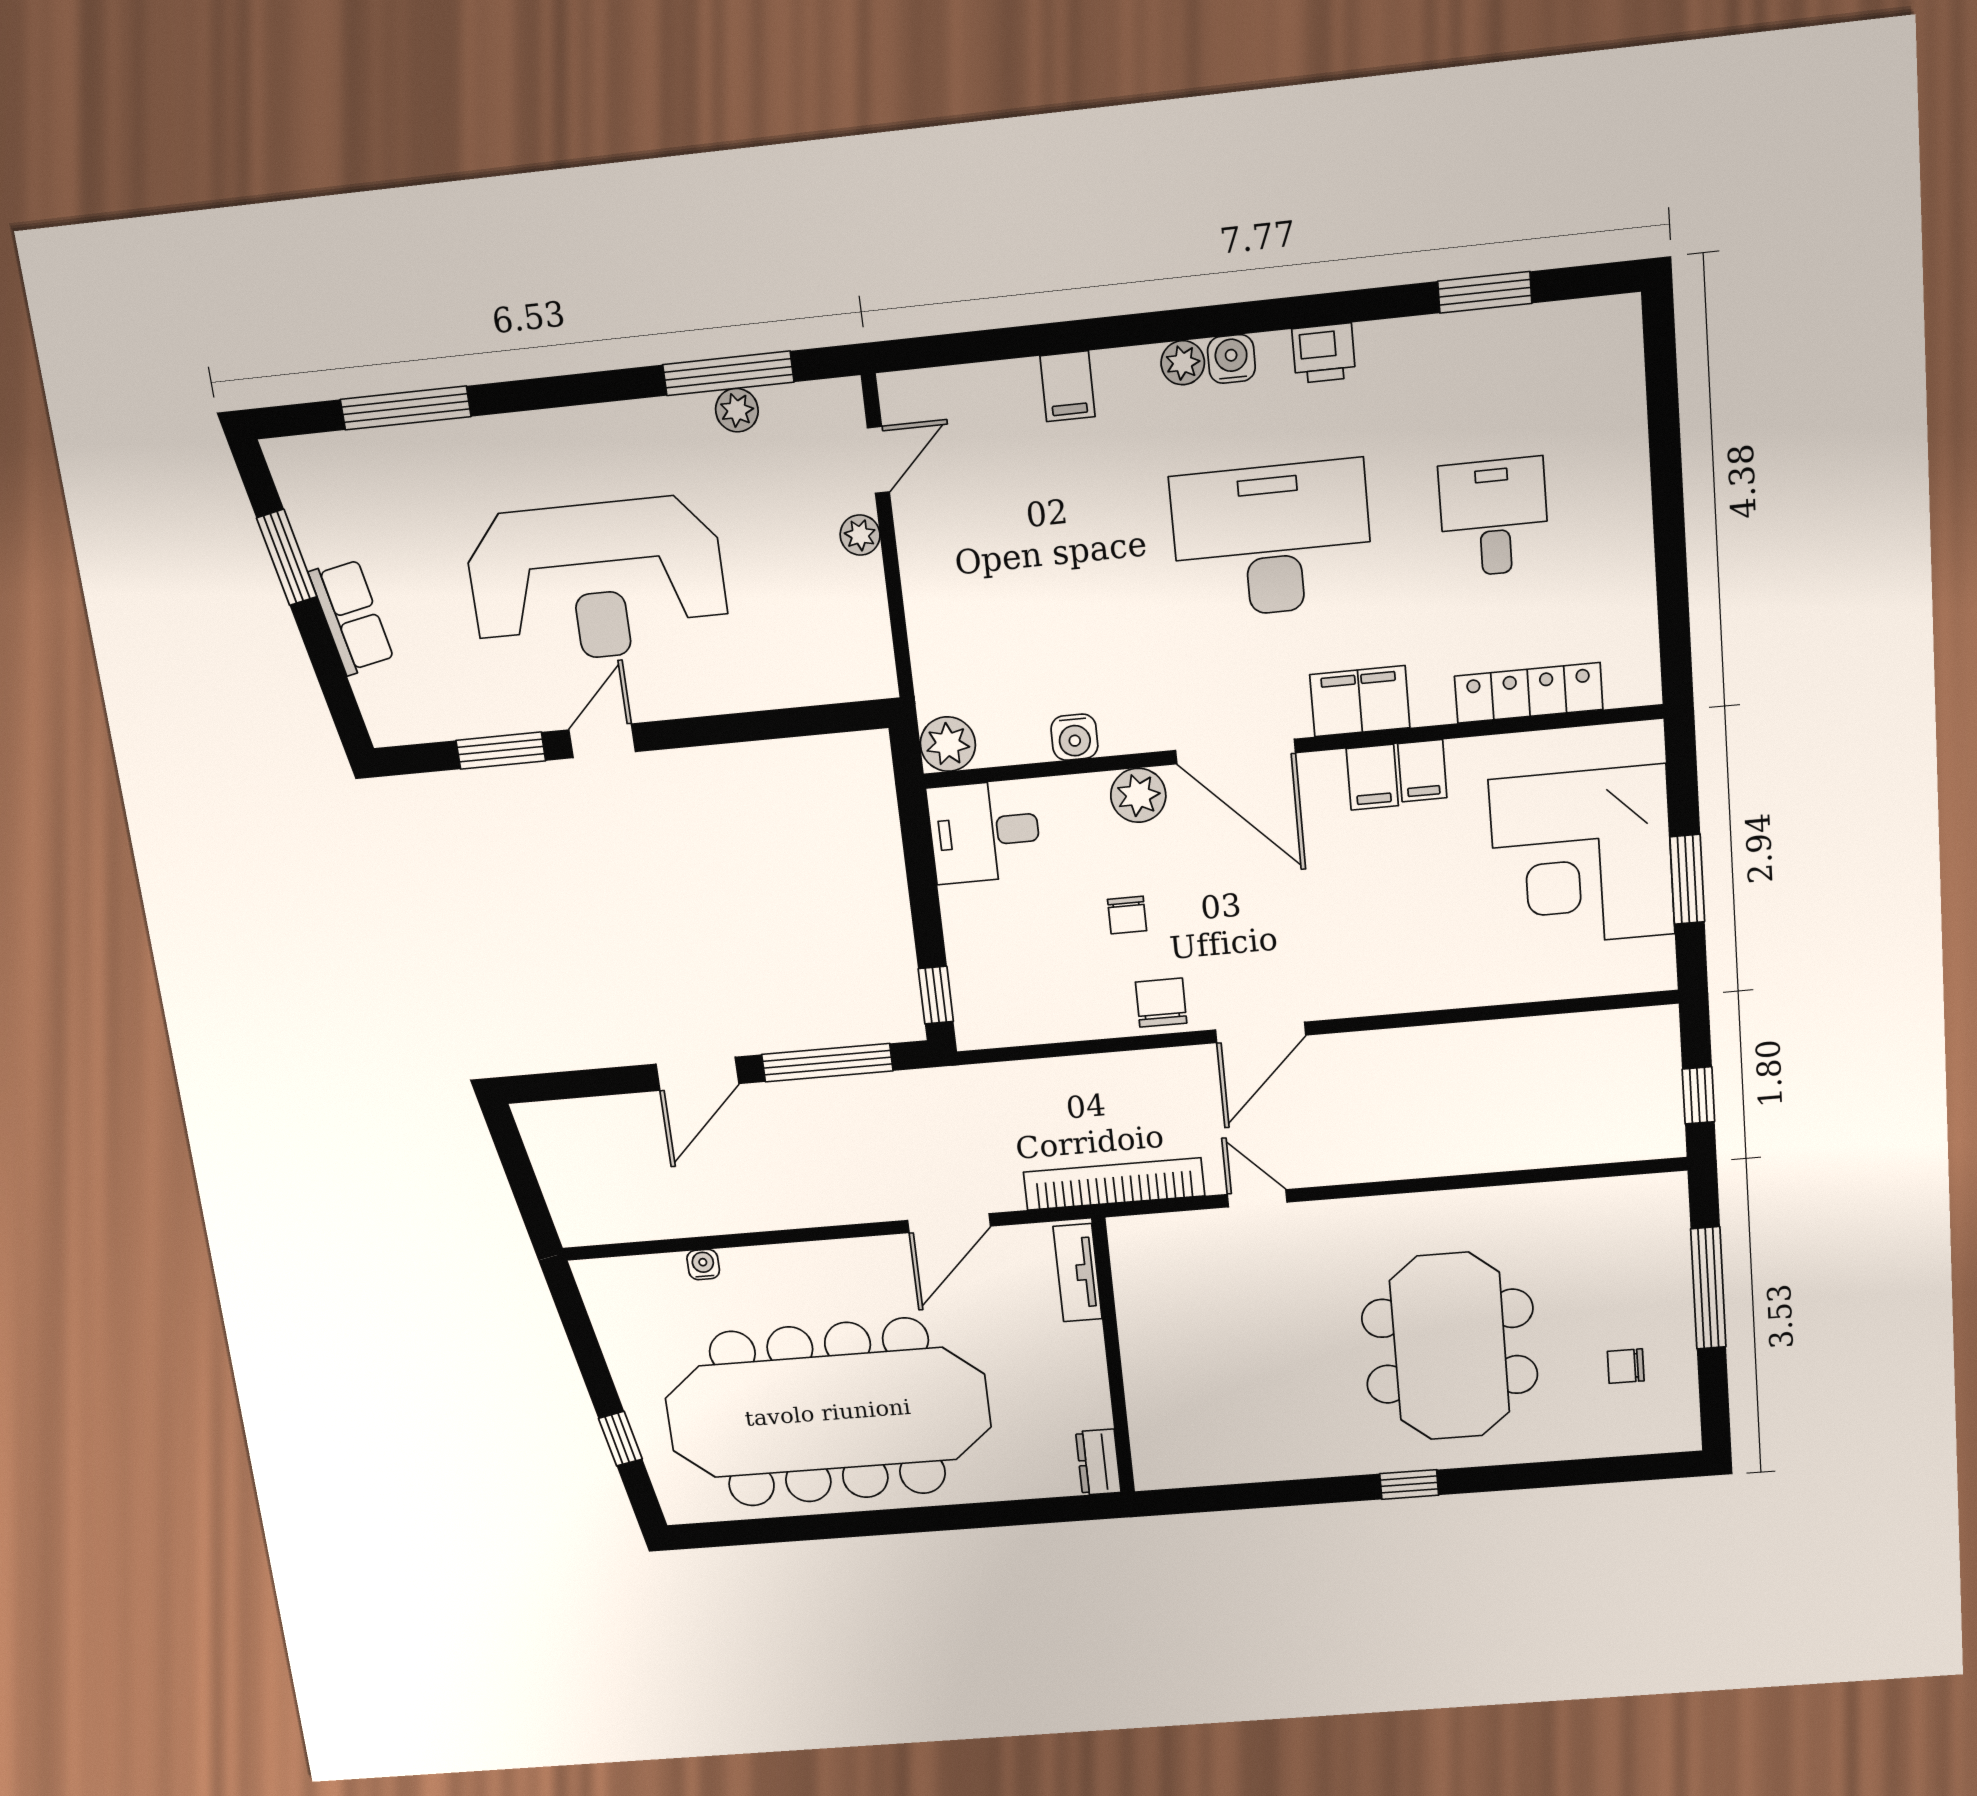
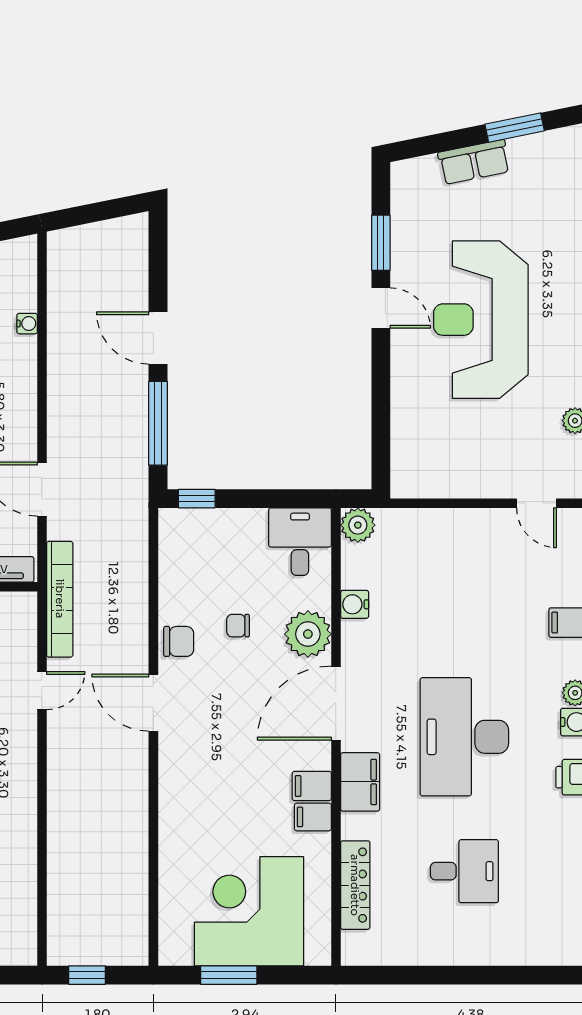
plant: (860, 535) -> (492, 486), removed
desk: (1272, 540) -> (464, 737), turned 180
plant: (1138, 795) -> (308, 634), width x1.36, depth x1.36

